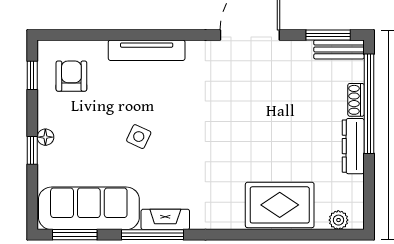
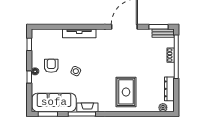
armchair: (71, 76) -> (51, 66), moved
dresser: (353, 146) -> (169, 89), moved
rug: (280, 205) -> (126, 92), moved, turned 90

